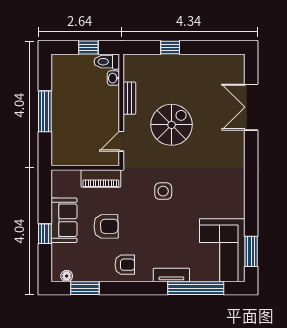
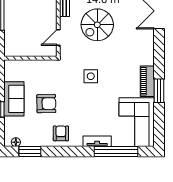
spiral stairs: (172, 125) -> (97, 25), turned 180
piano: (101, 179) -> (147, 81), moved, turned 90
window: (251, 251) -> (159, 91), moved
armchair: (125, 265) -> (61, 133), turned -90

